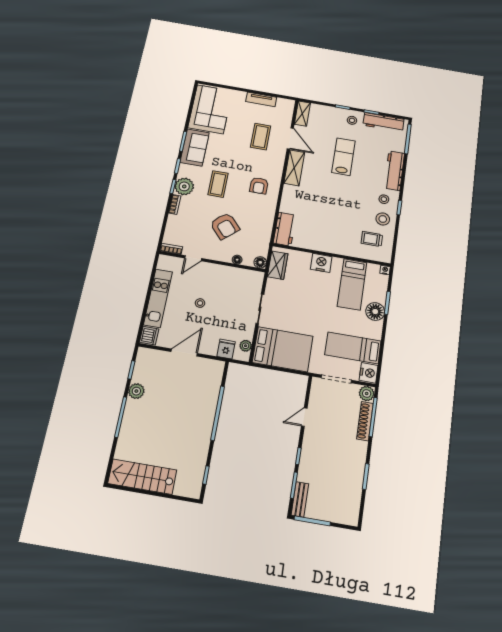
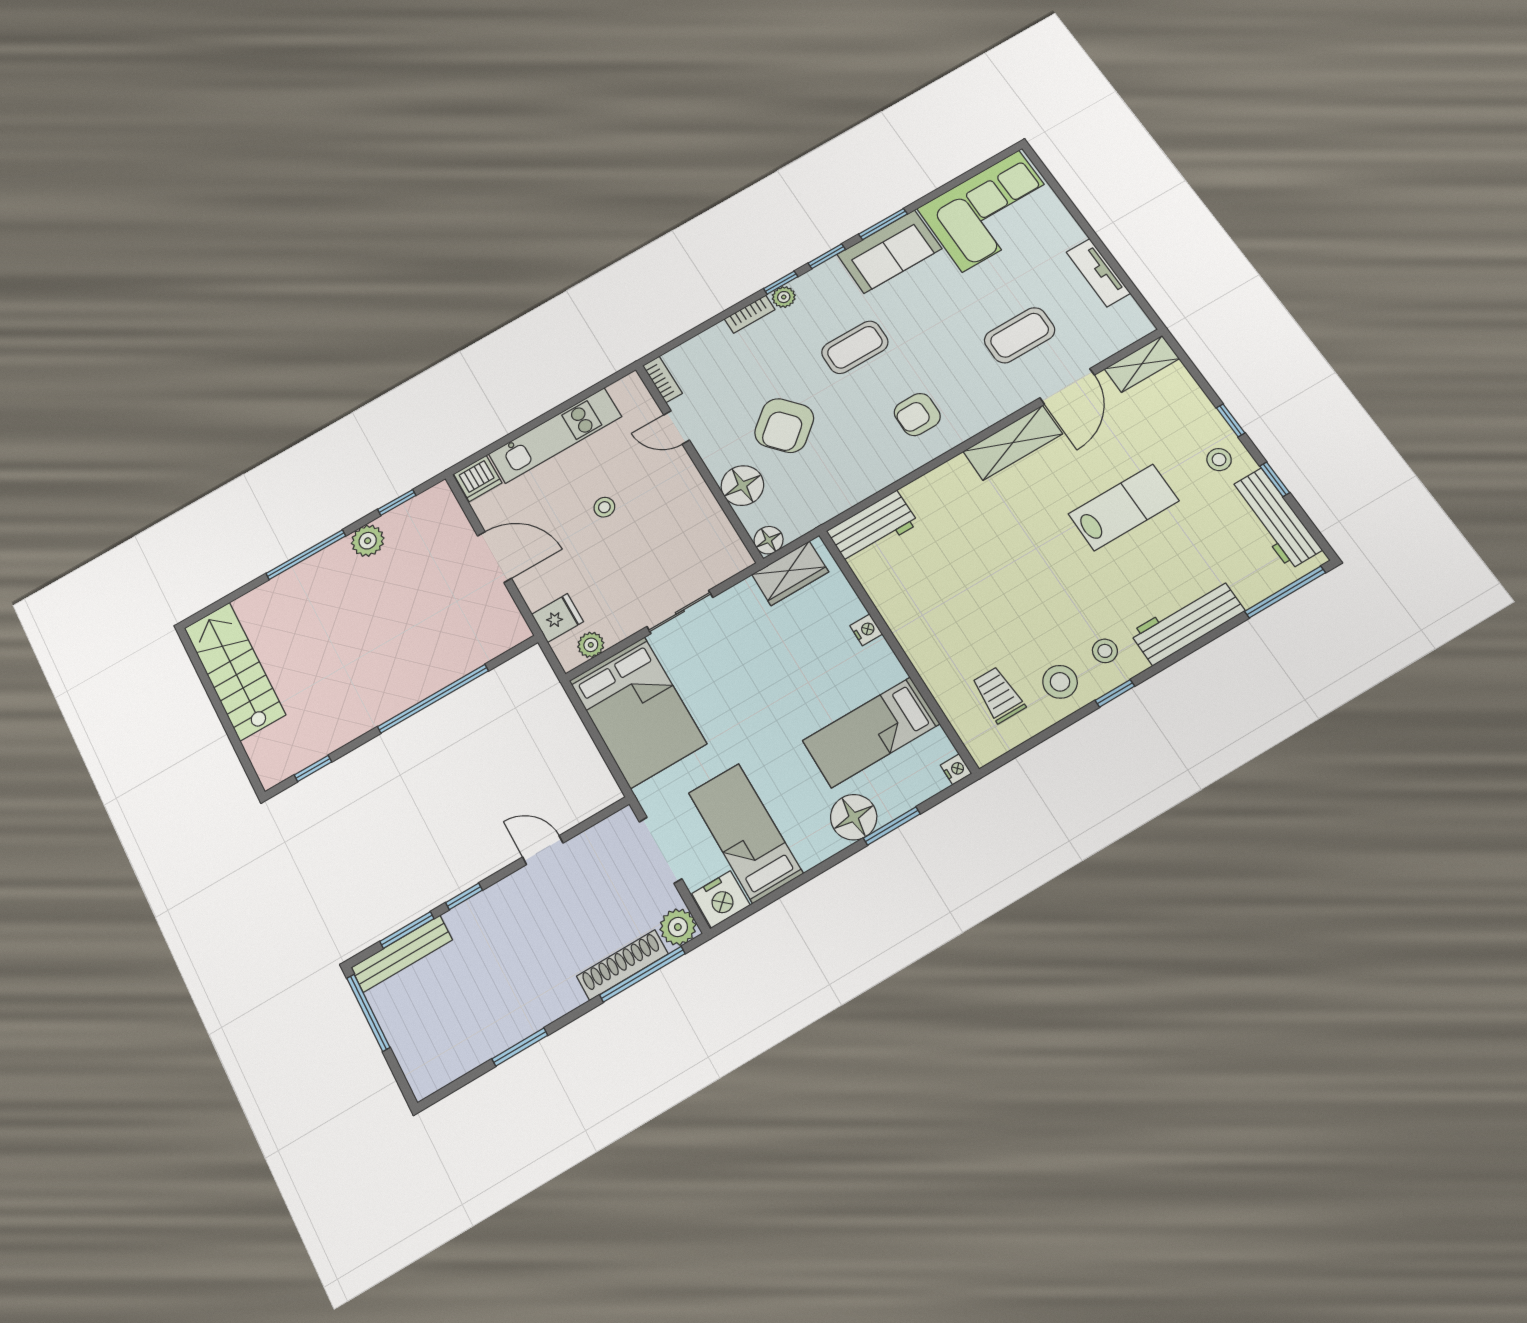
plant: (184, 186) -> (784, 297), width x0.53, depth x0.53
floor lamp: (237, 260) -> (742, 486), width x1.89, depth x1.89
nightstand: (321, 263) -> (866, 630), width x0.53, depth x0.56
bench: (300, 499) -> (402, 954), width x1.36

